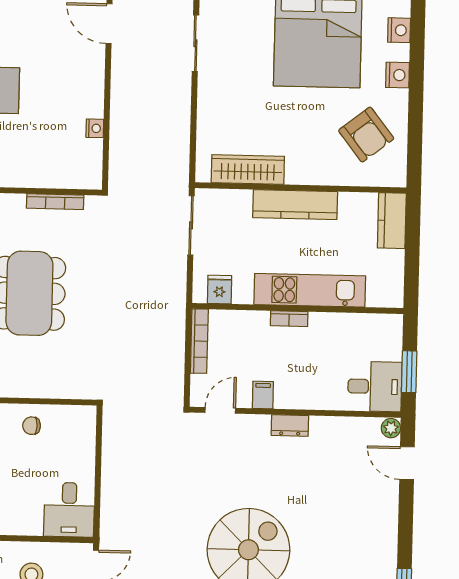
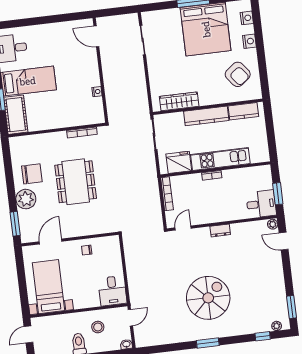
kitchen counter: (392, 221) -> (243, 111), moved, turned -90
fridge: (219, 289) -> (179, 162), width x1.88, depth x1.34
filing cabinet: (263, 395) -> (204, 217), removed

